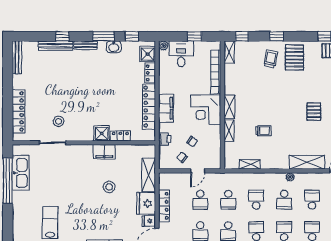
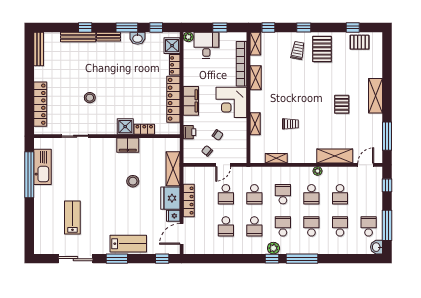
shelving: (229, 107) -> (256, 78), moved
stool: (59, 121) -> (90, 98), moved
school desk: (312, 200) -> (340, 194), turned 180

